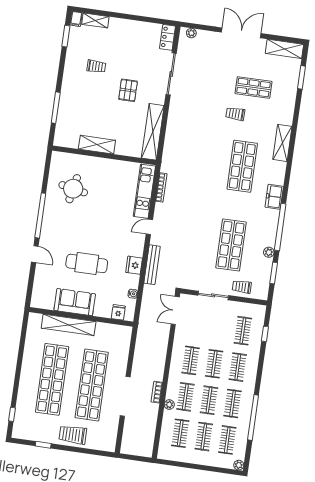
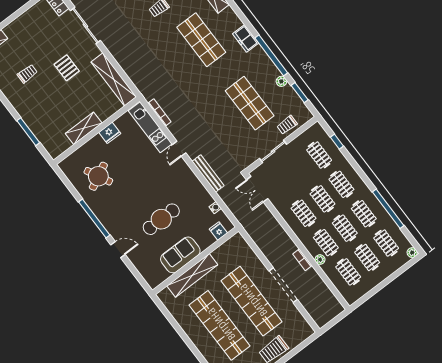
round table: (73, 189) -> (98, 176), turned -38
fridge: (134, 265) -> (110, 133), moved, turned -90

